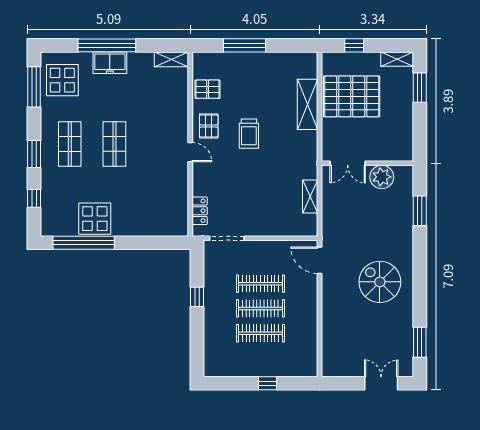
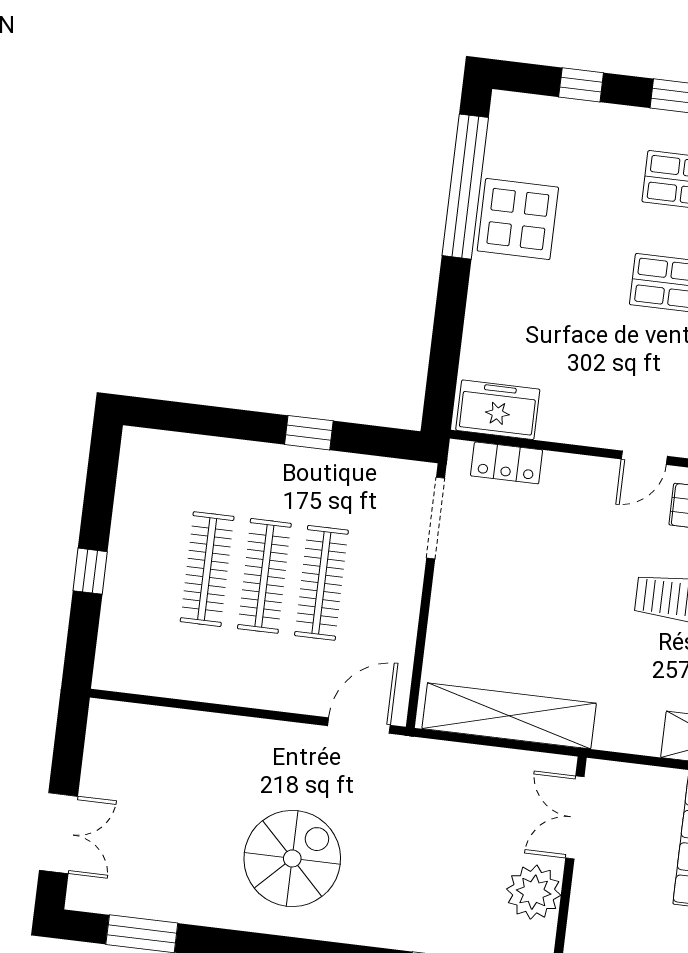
shelving: (310, 197) -> (509, 716), width x2.20, depth x1.33
freezer: (177, 217) -> (498, 410), added

